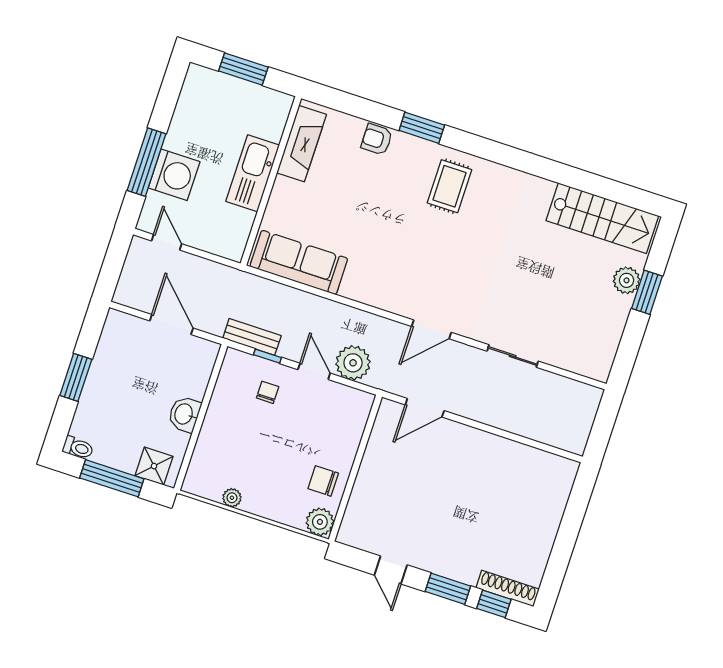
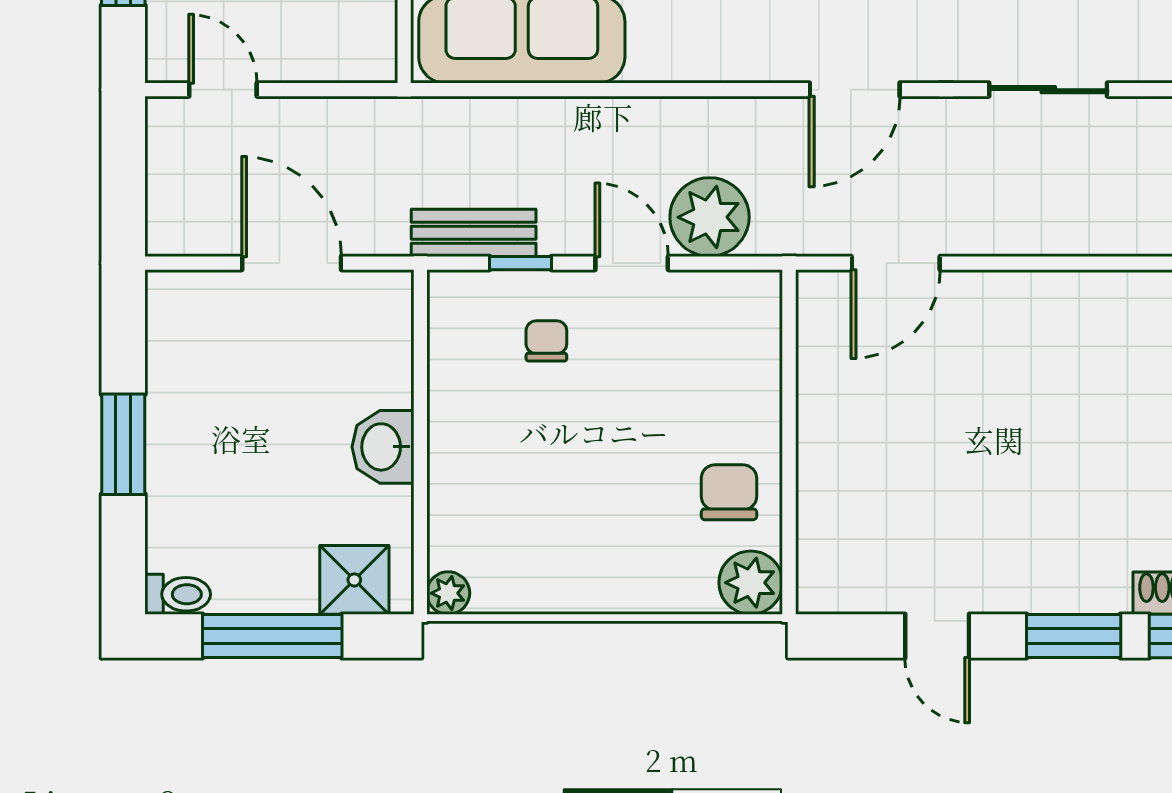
chair: (323, 481) -> (729, 492), turned 90
plant: (232, 498) -> (448, 593), moved

